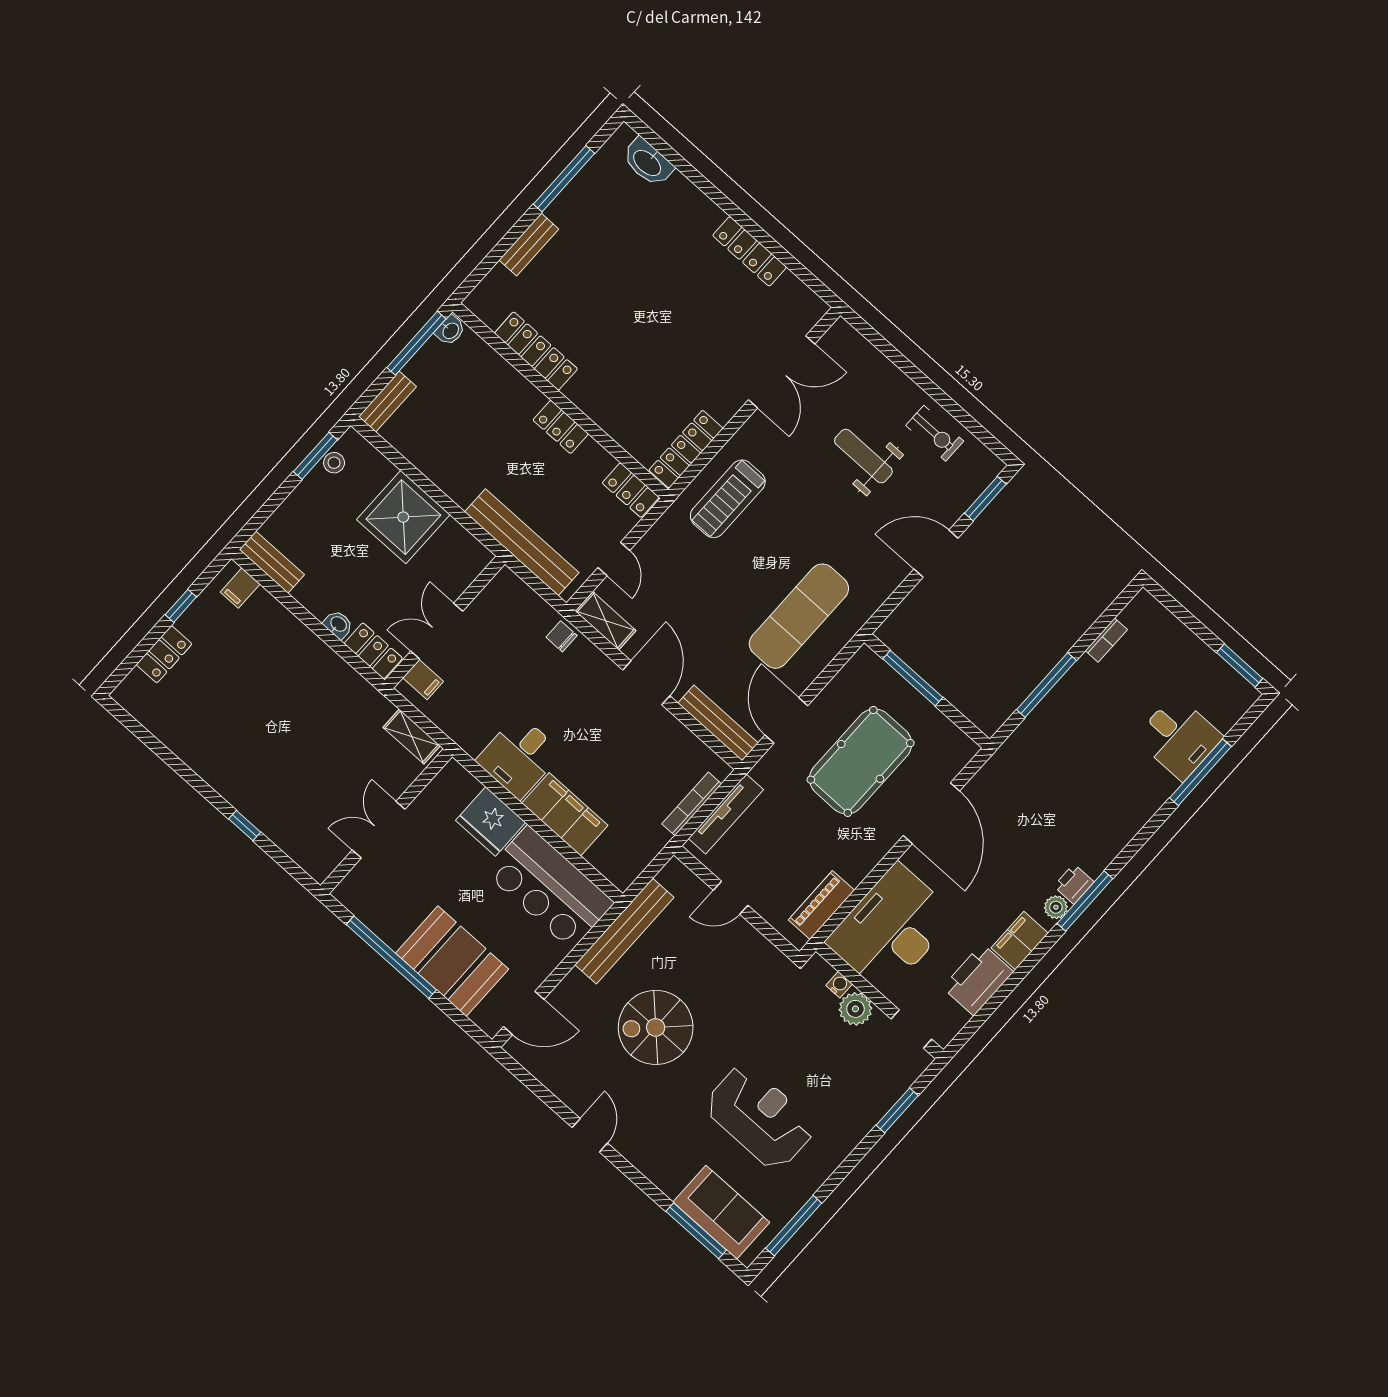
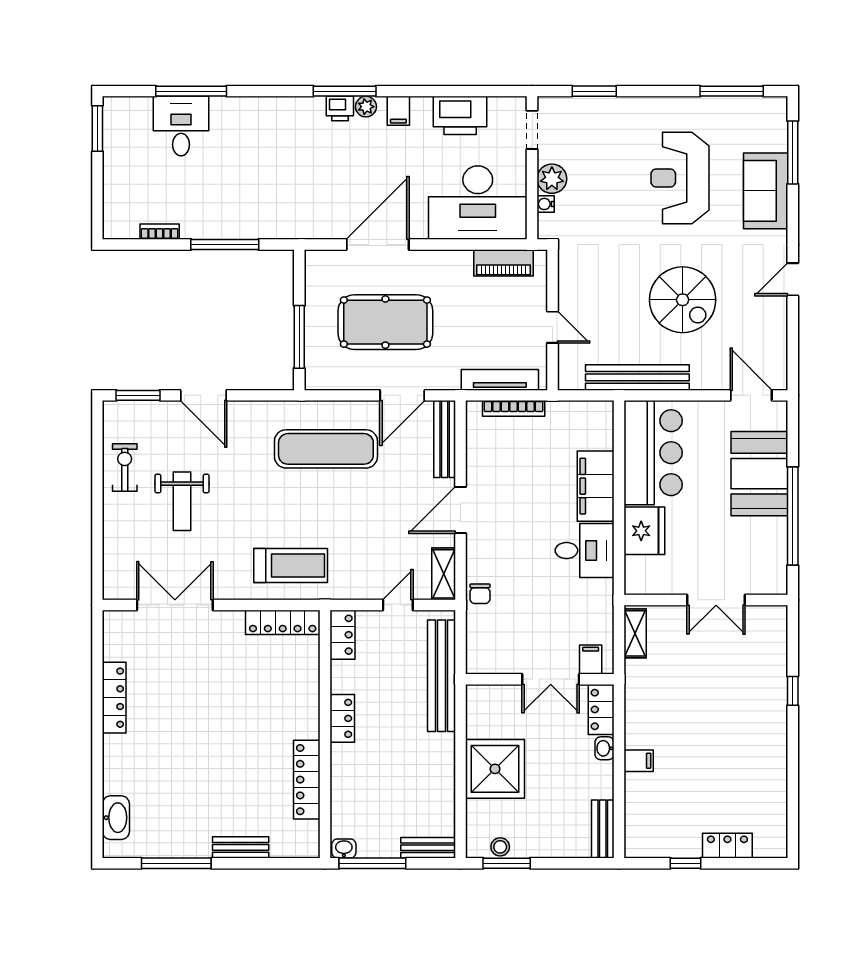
filing cabinet: (240, 588) -> (639, 761), moved
filing cabinet: (1020, 940) -> (398, 111), width x0.50
sofa: (721, 1212) -> (766, 191), moved

